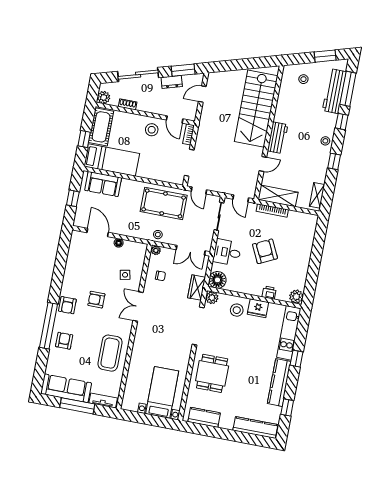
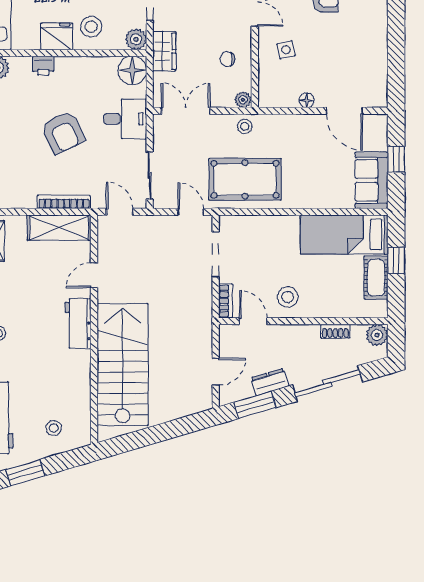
cot: (101, 127) -> (376, 278), width x0.73, depth x0.75
sofa: (103, 184) -> (371, 180), moved, turned -90

